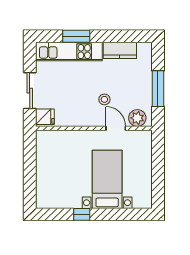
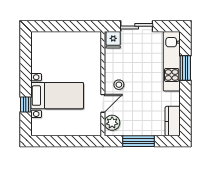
kitchen counter: (120, 50) -> (173, 121), moved
stool: (104, 99) -> (119, 85), moved
window: (82, 214) -> (26, 104), moved

